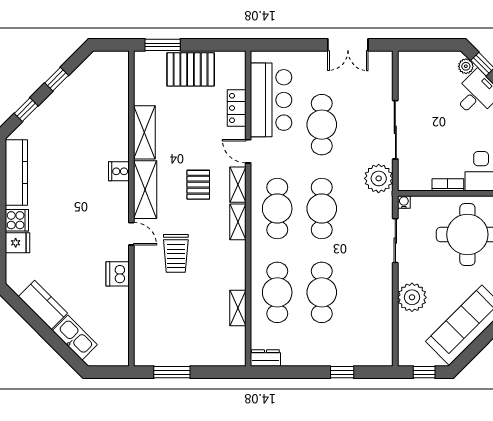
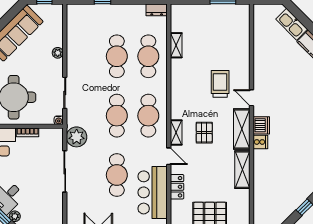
shelving: (238, 222) -> (176, 106), removed
dishwasher: (118, 274) -> (261, 125), moved
plant: (412, 297) -> (58, 53), width x0.53, depth x0.53

